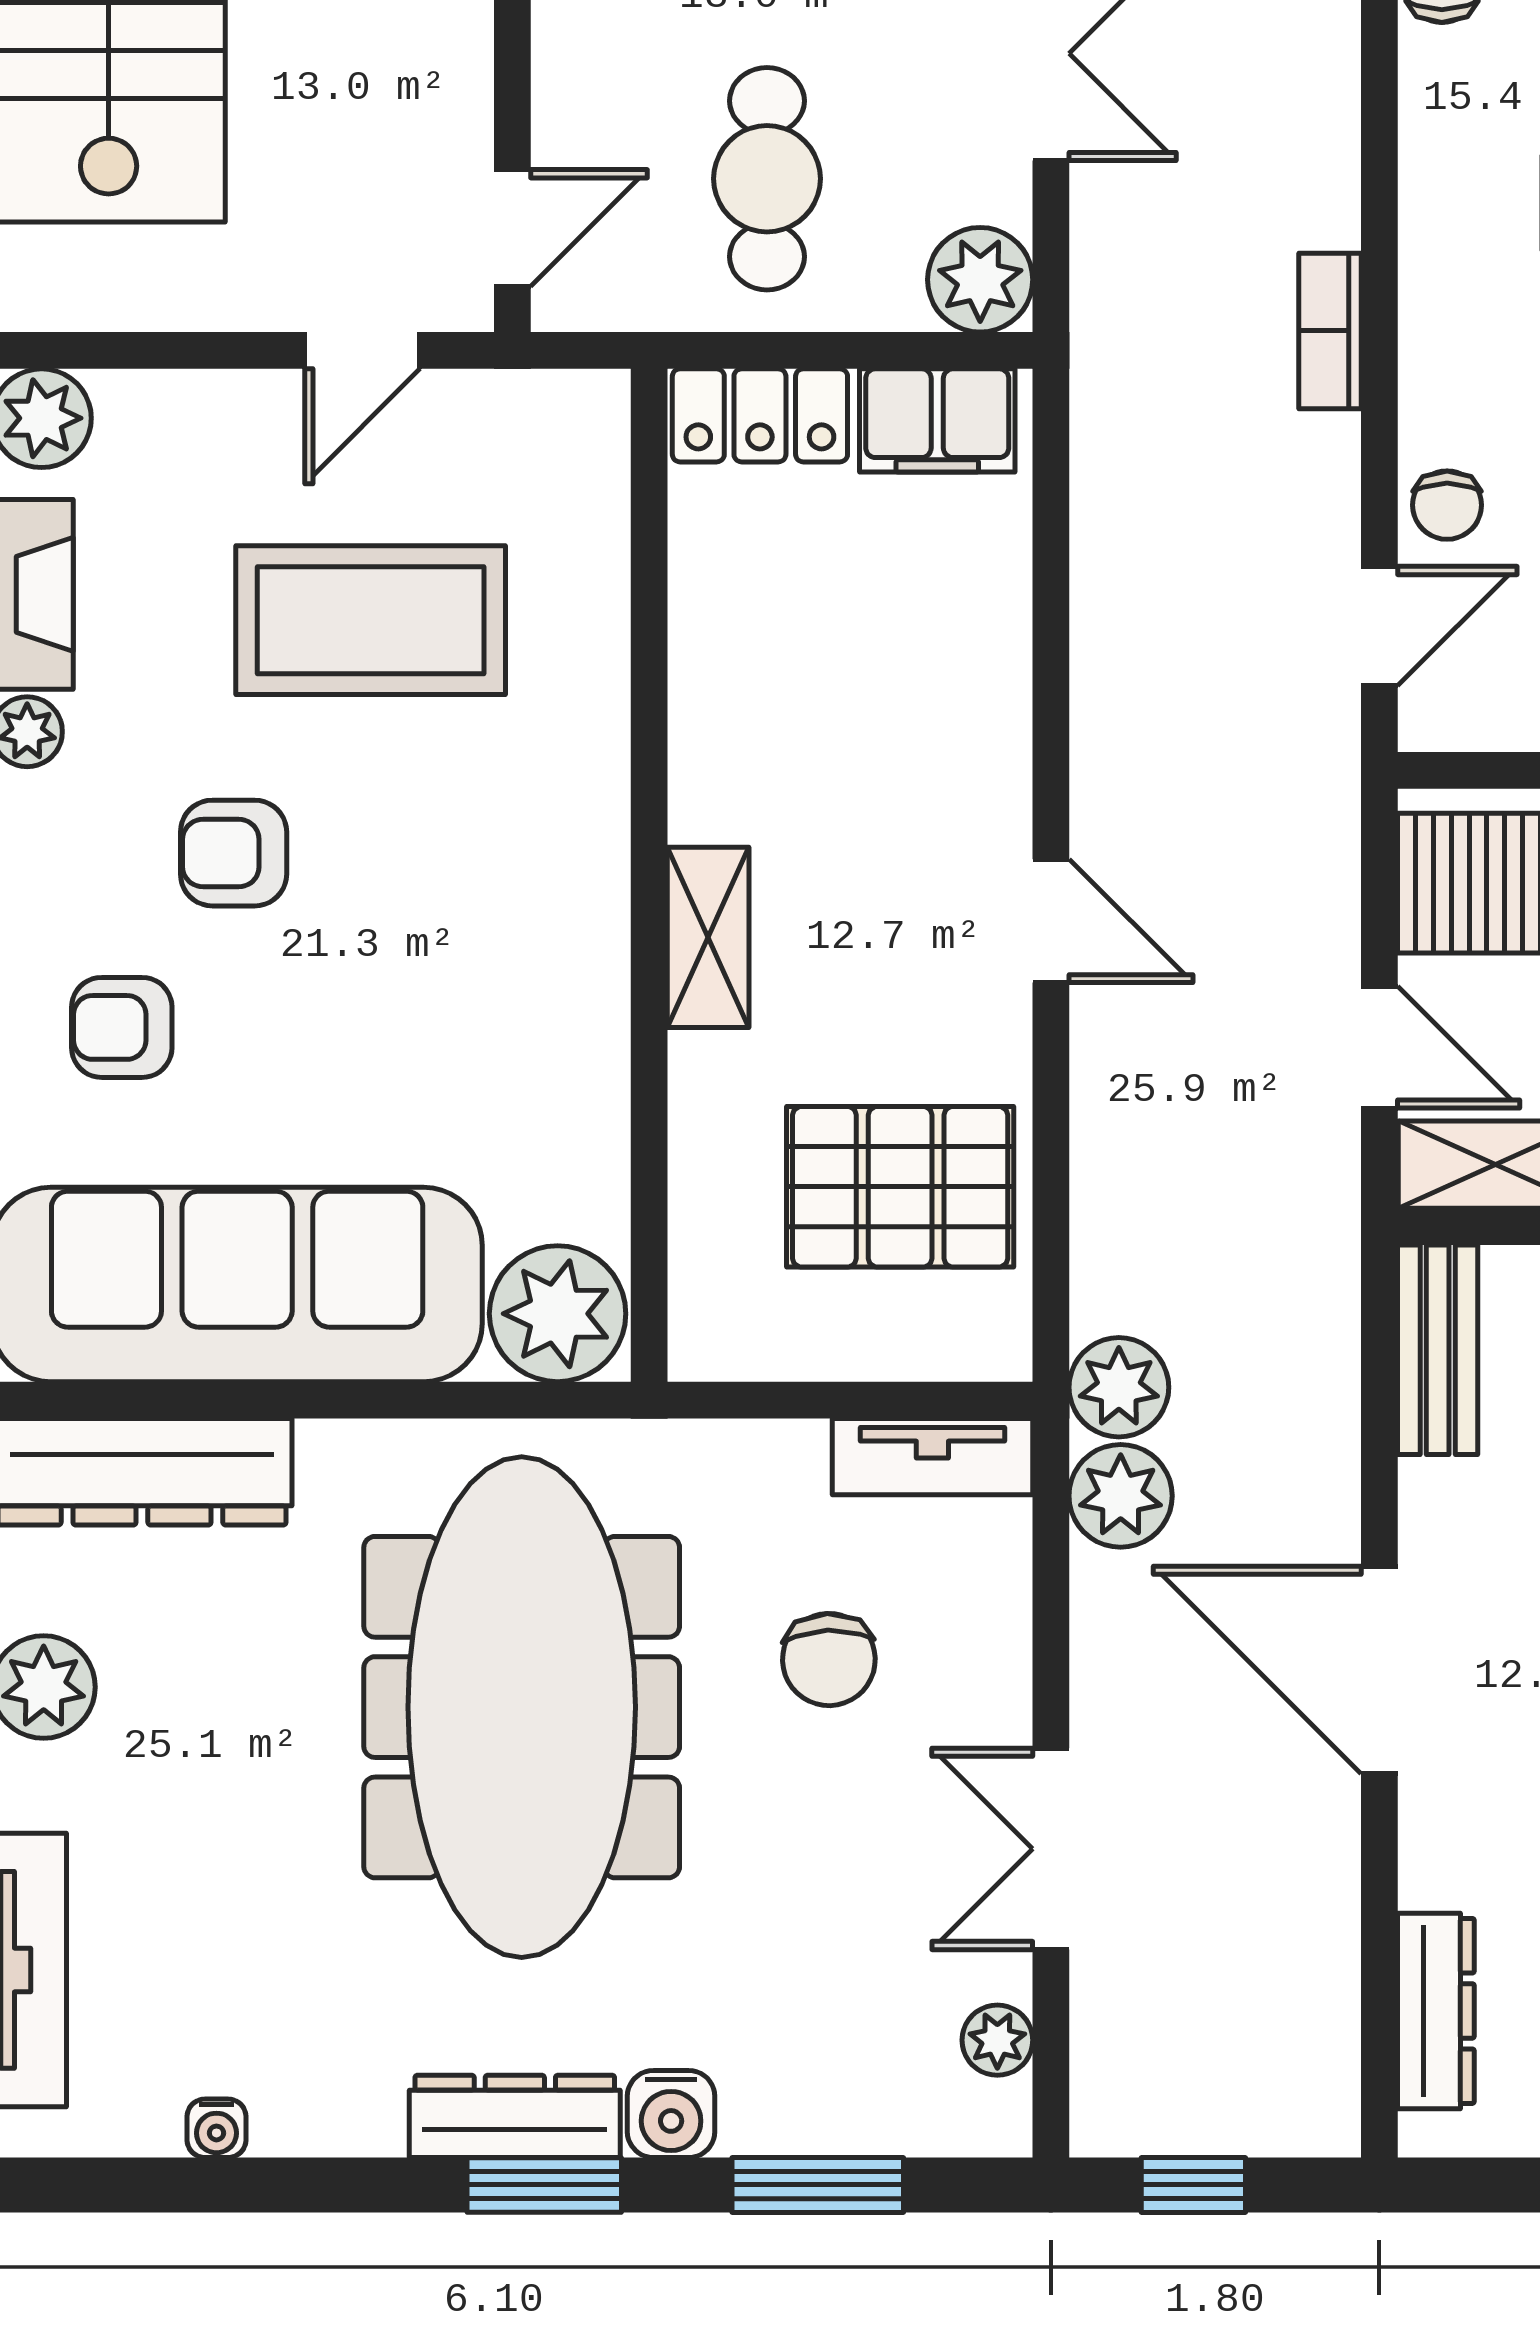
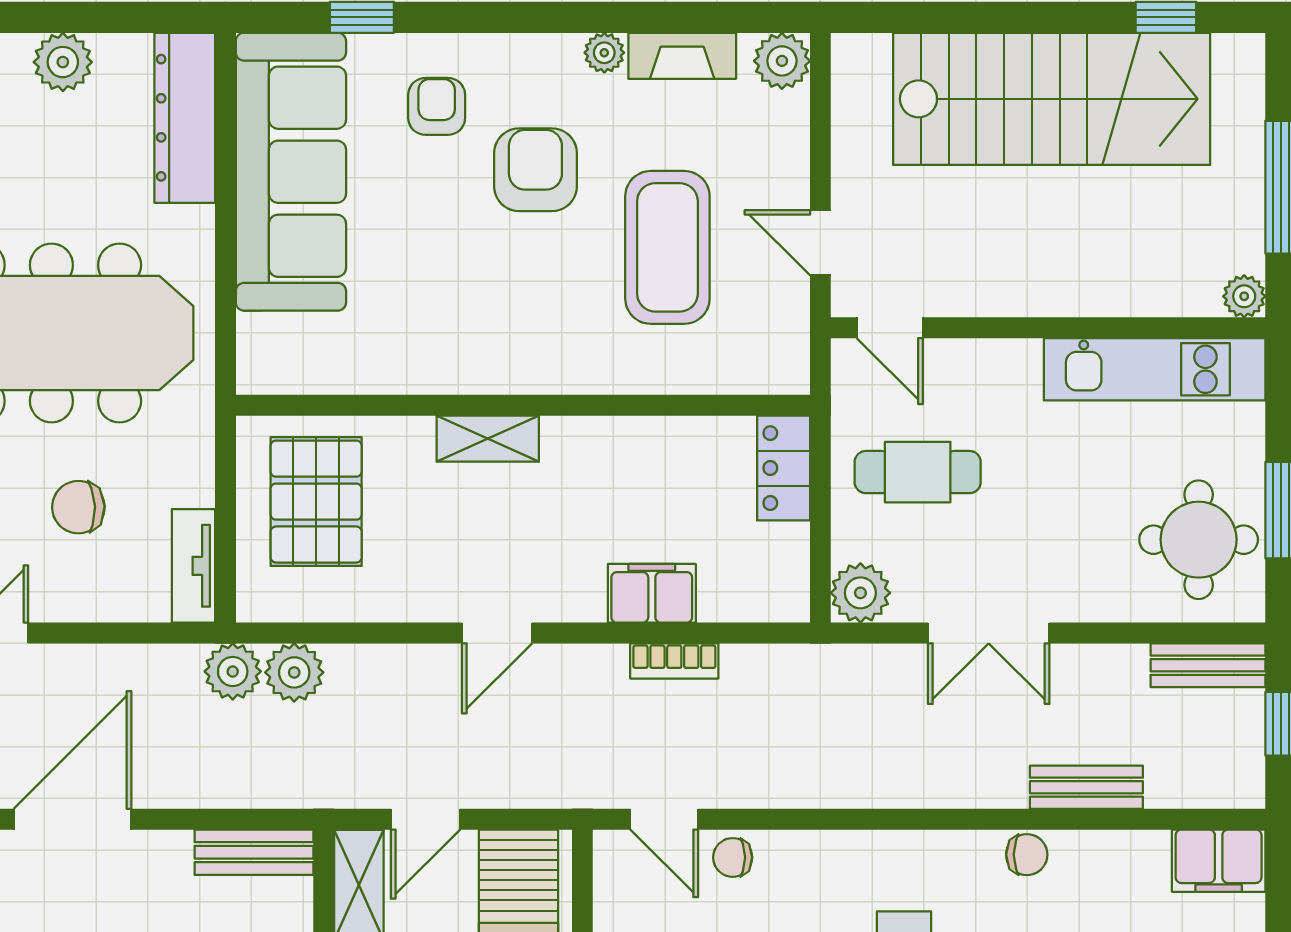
bookcase: (1330, 331) -> (674, 661), moved, turned 180
filing cabinet: (937, 420) -> (652, 593), moved, turned 90
armchair: (234, 853) -> (535, 170), width x1.38, depth x1.38
pallet: (900, 1187) -> (316, 502), moved
plant: (558, 1314) -> (274, 353), removed
plant: (1121, 1496) -> (294, 672), moved

